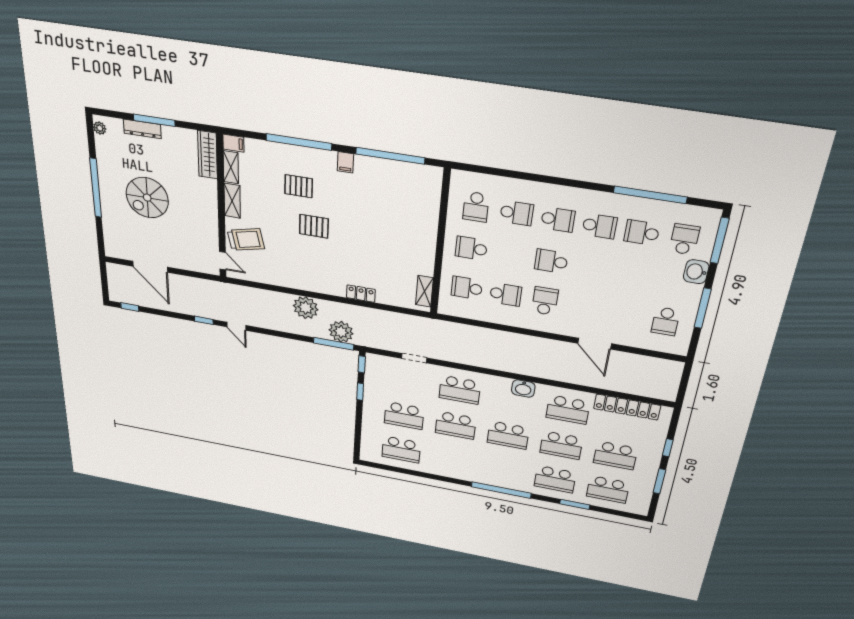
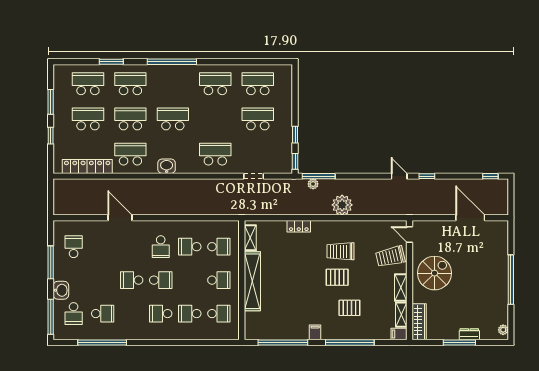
dresser: (142, 129) -> (469, 334), width x0.70
spiral stairs: (147, 198) -> (435, 273), moved
school desk: (476, 207) -> (219, 314), turned 90
school desk: (600, 226) -> (132, 280), moved
shelving: (426, 240) -> (252, 281), added
trolley: (309, 256) -> (340, 251), added
plant: (341, 332) -> (313, 184), width x0.53, depth x0.53
school desk: (456, 425) -> (215, 84), moved

